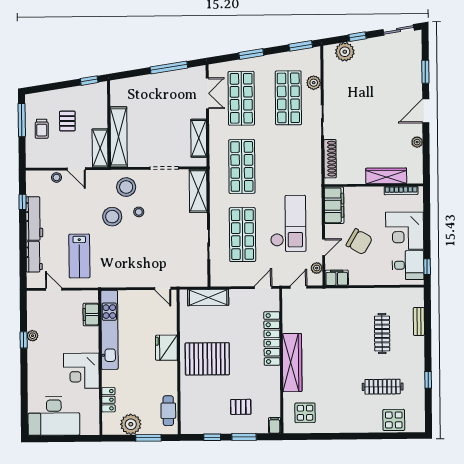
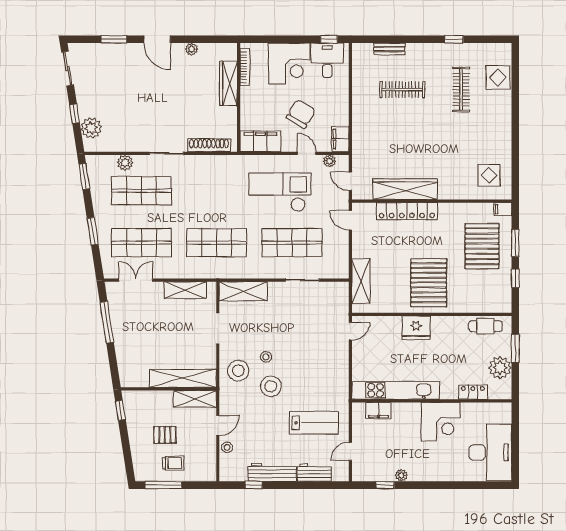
window: (24, 340) -> (385, 485), moved
wardrobe: (292, 363) -> (405, 189), moved
pallet: (241, 407) -> (482, 246), width x2.05, depth x2.00

